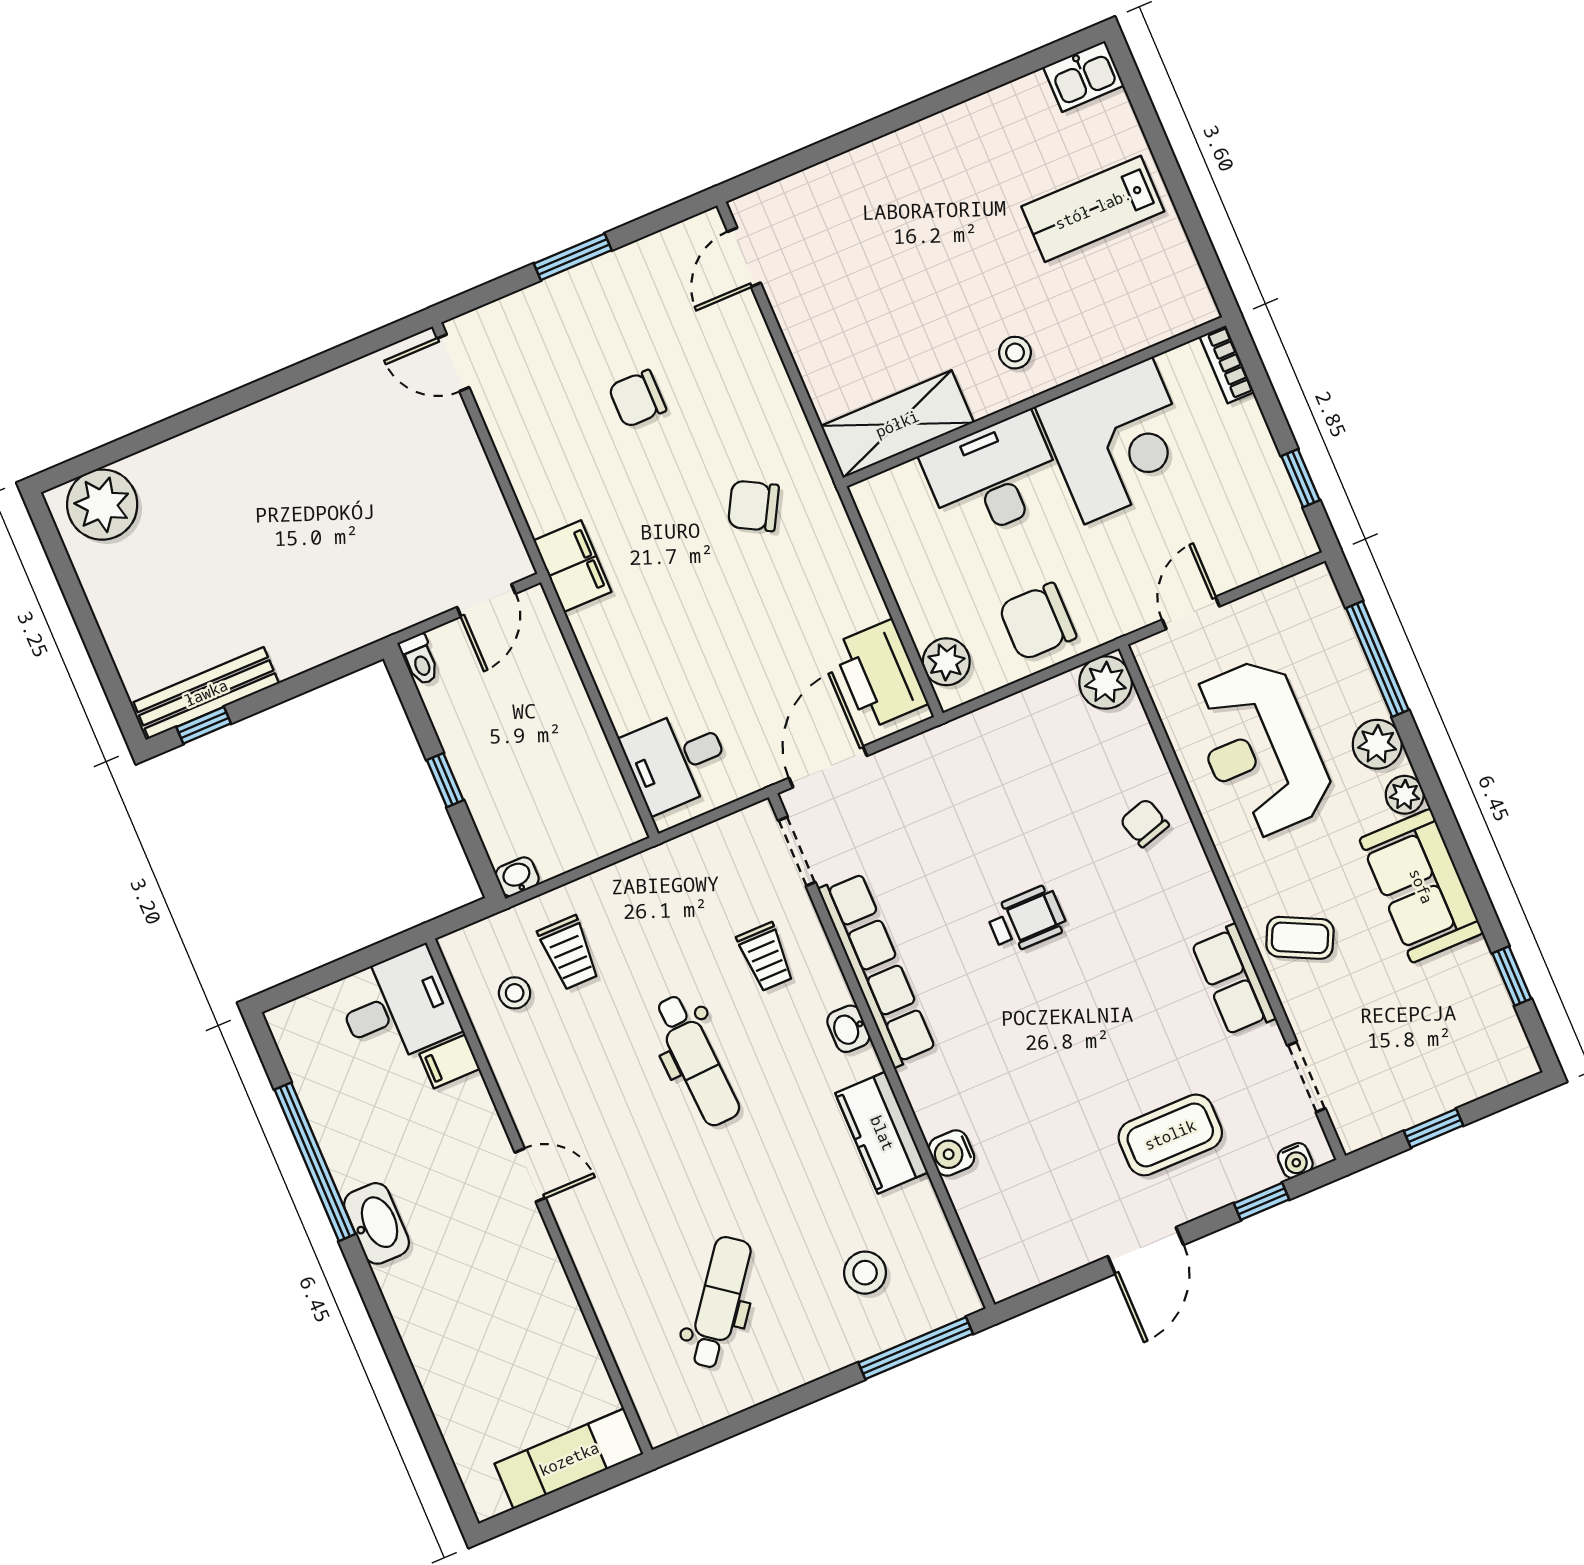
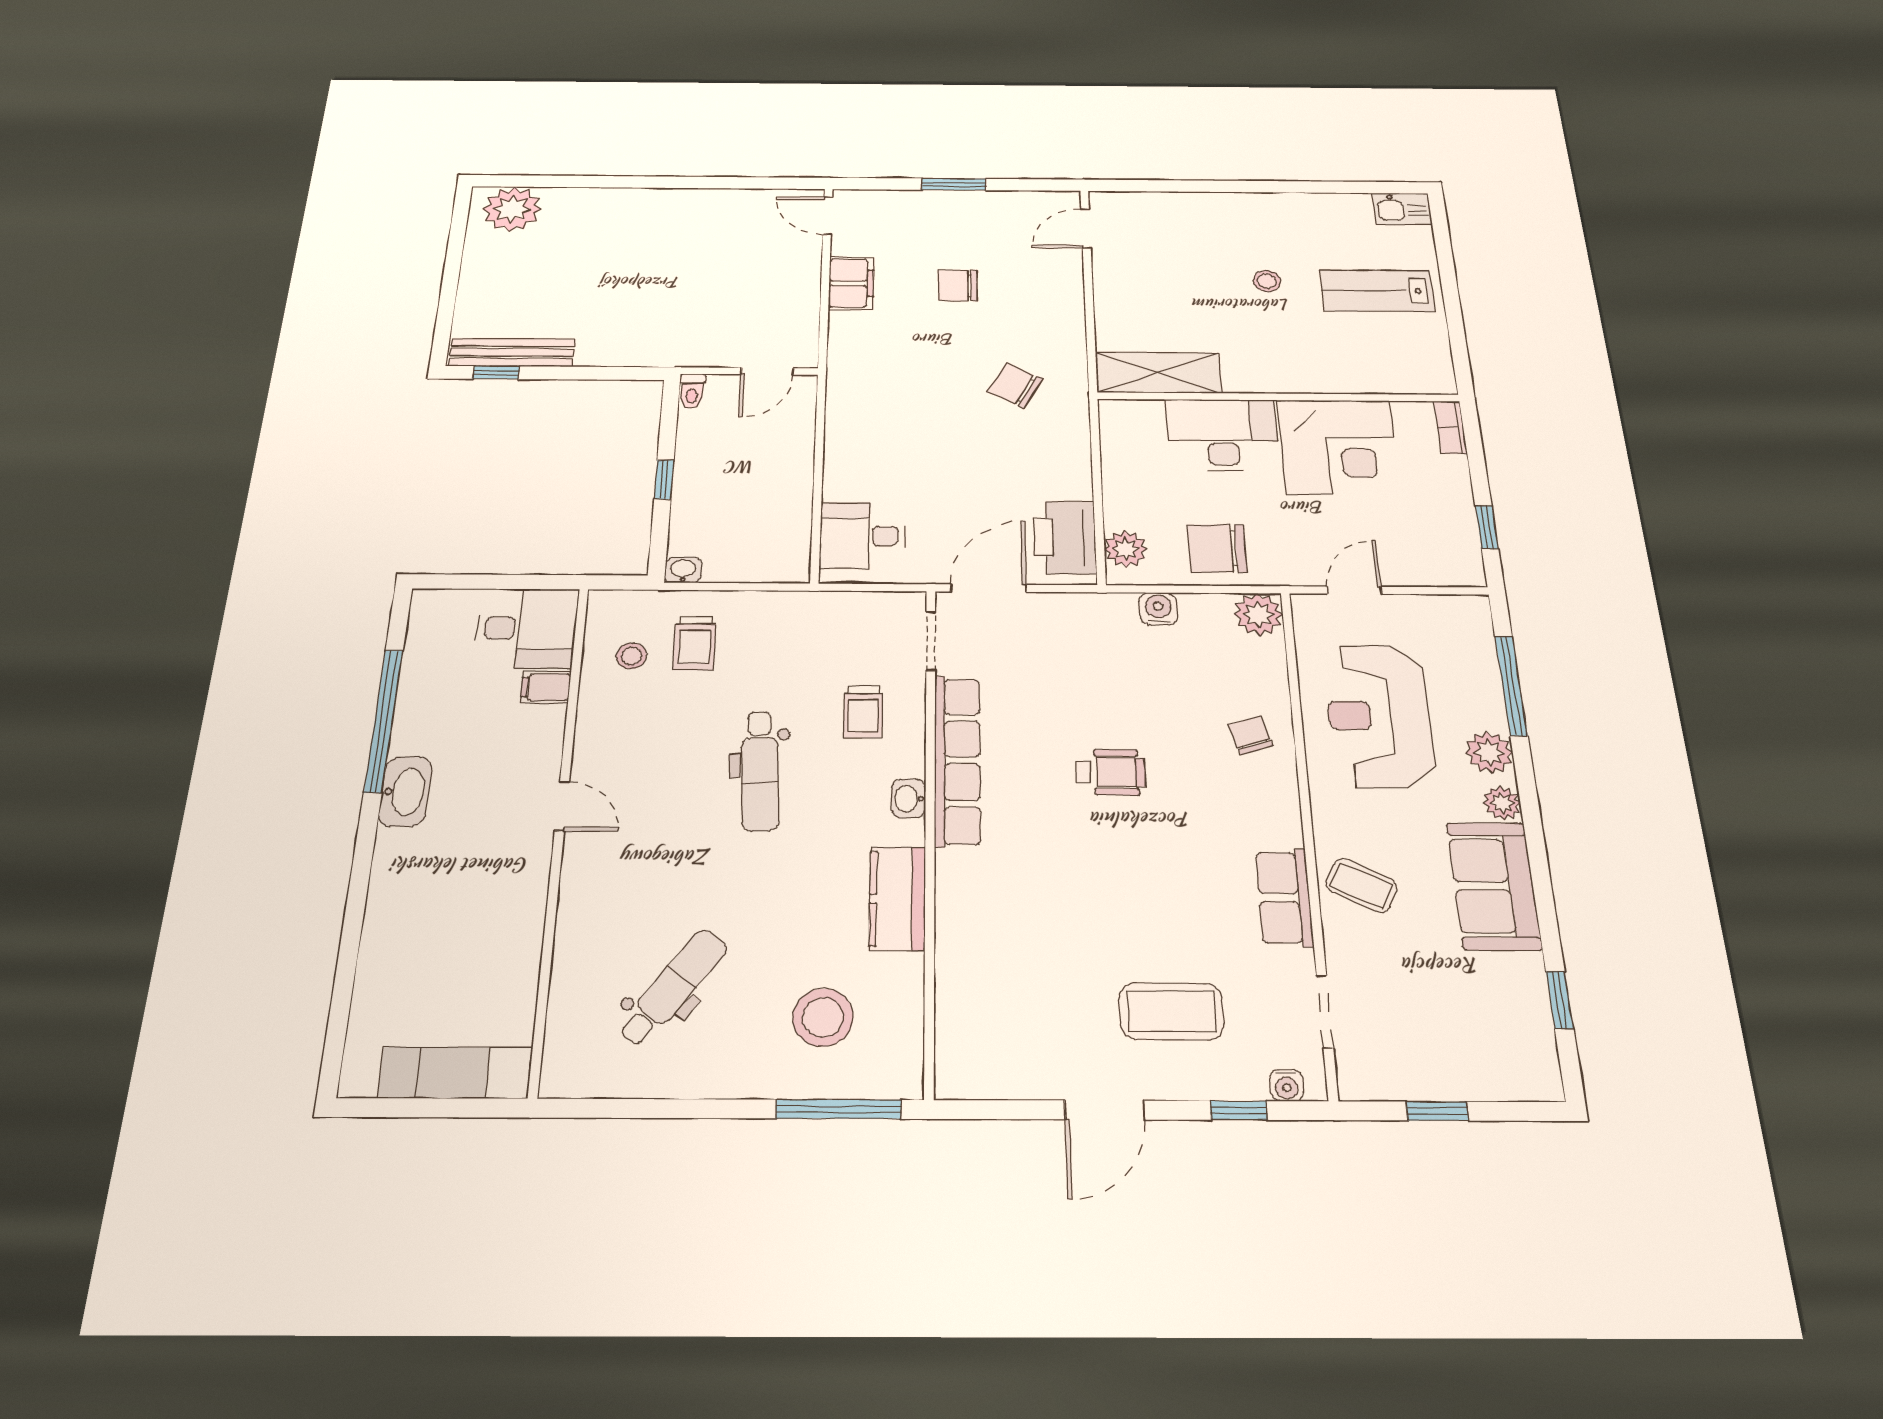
stool: (1015, 353) -> (1267, 281), moved
filing cabinet: (572, 566) -> (851, 283), moved
water cooler: (952, 1153) -> (1158, 609), moved, turned 90
stool: (865, 1273) -> (823, 1017), width x1.38, depth x1.38

